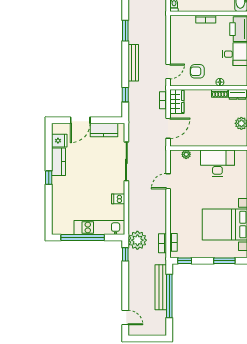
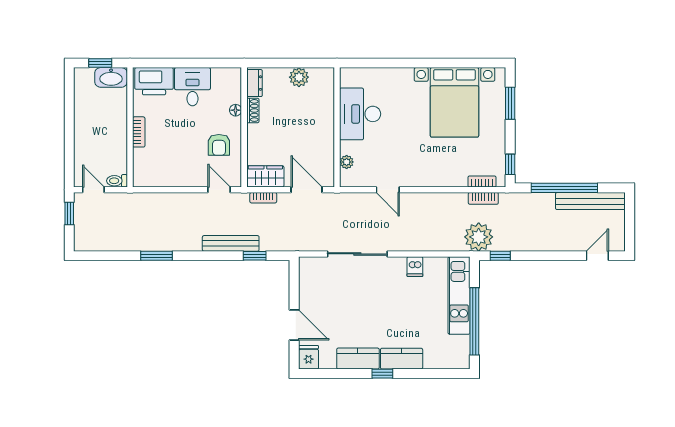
bench: (133, 63) -> (231, 243), moved
kitchen counter: (104, 130) -> (402, 359), moved, turned -90
fridge: (59, 141) -> (309, 357), moved
bench: (161, 287) -> (590, 201), moved

